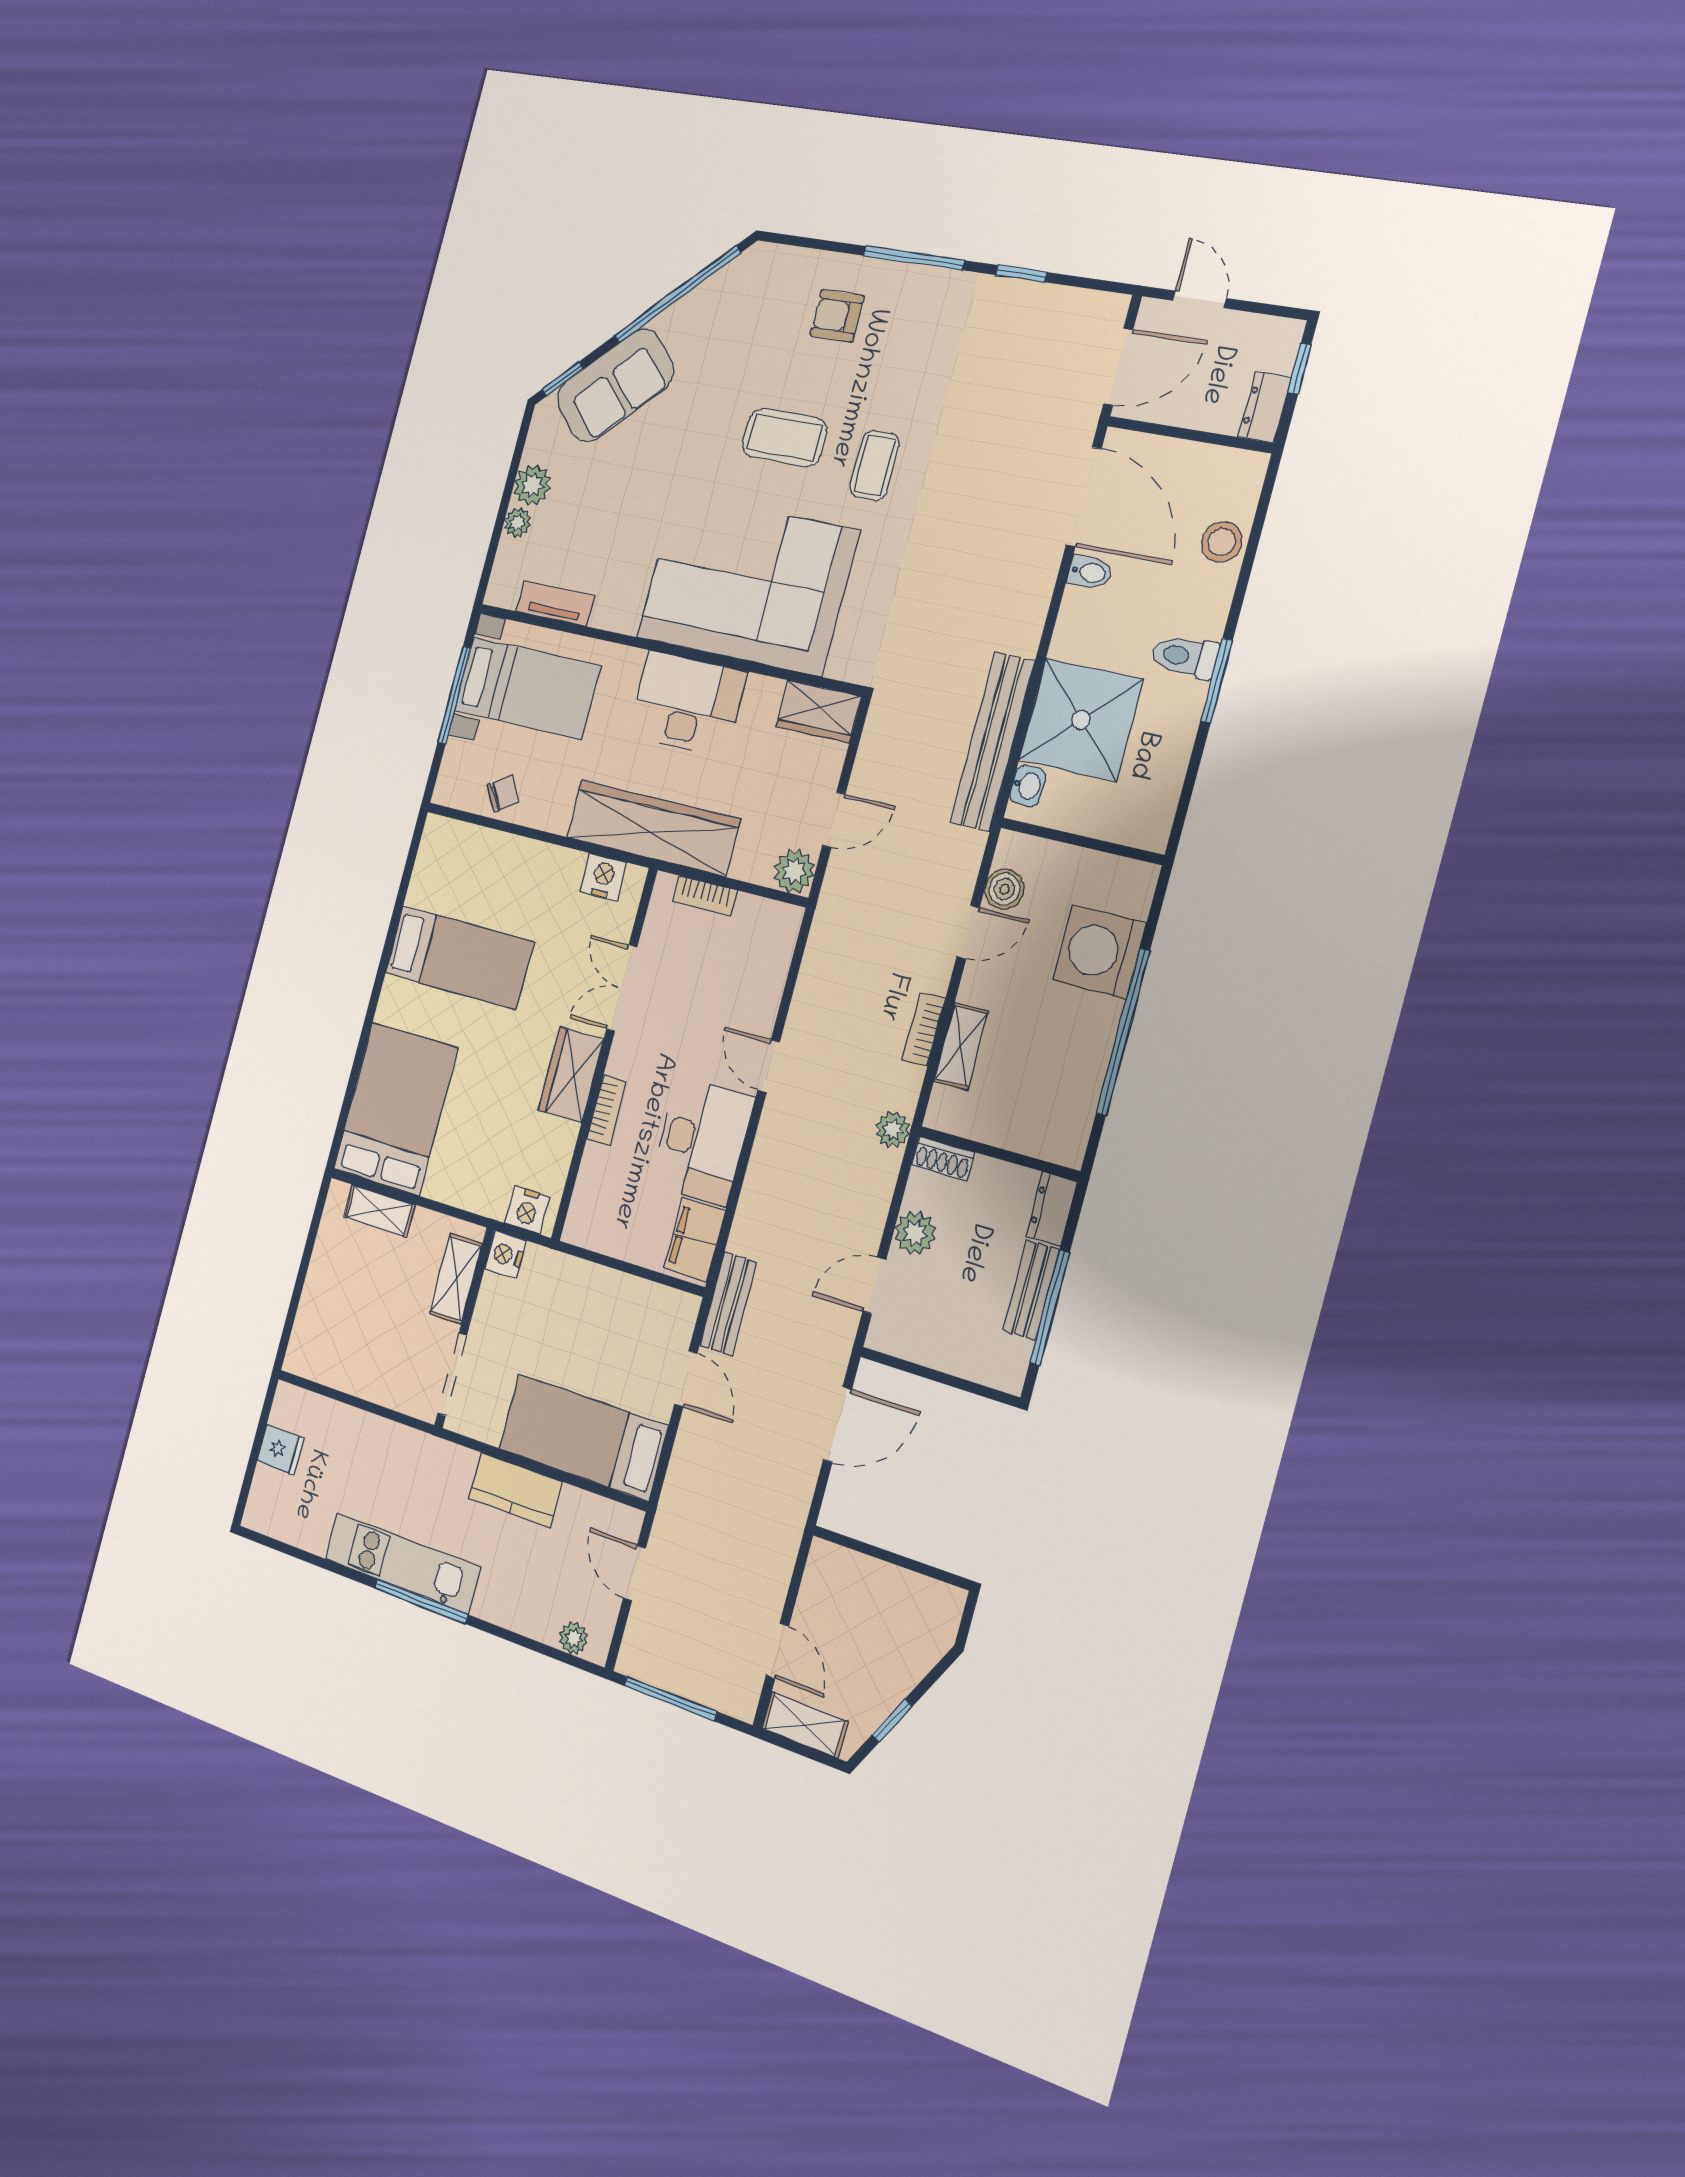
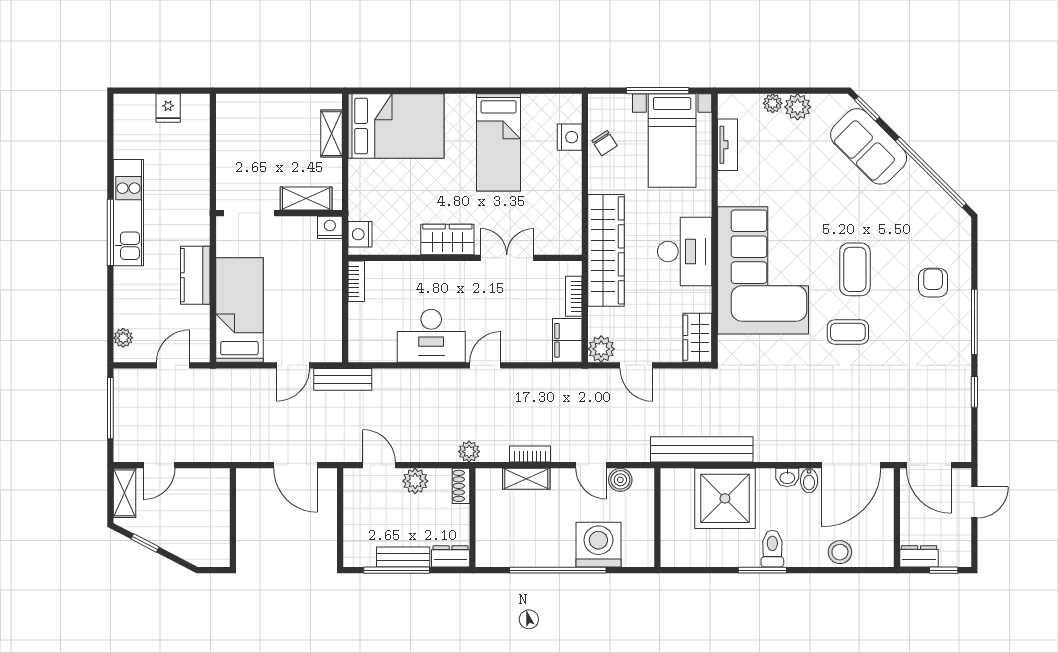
washbasin: (1028, 786) -> (787, 477), moved
nightstand: (603, 877) -> (570, 137), moved
bookcase: (607, 1110) -> (356, 281), moved, turned -90
filing cabinet: (695, 1240) -> (567, 340), moved, turned -90

